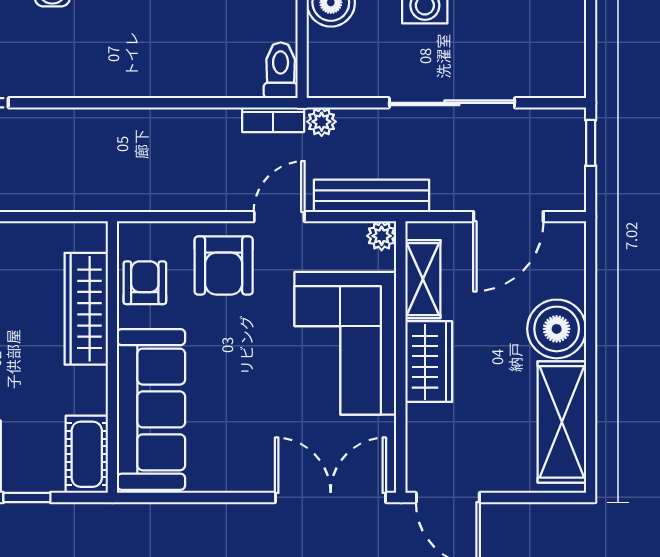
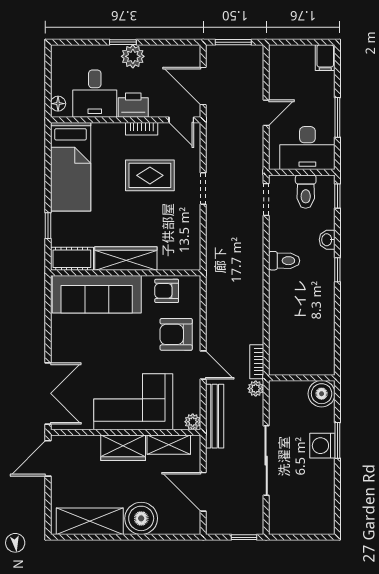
toilet: (281, 70) -> (284, 261), moved
armchair: (145, 283) -> (167, 291), turned 180
wardrobe: (86, 309) -> (126, 258), moved

